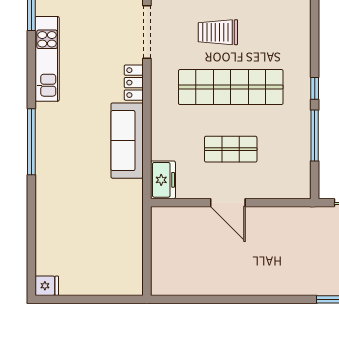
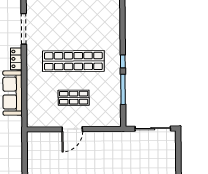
trolley: (218, 32) -> (66, 29), removed
freezer: (163, 180) -> (34, 116), removed
door: (228, 203) -> (72, 129), hinge flipped

